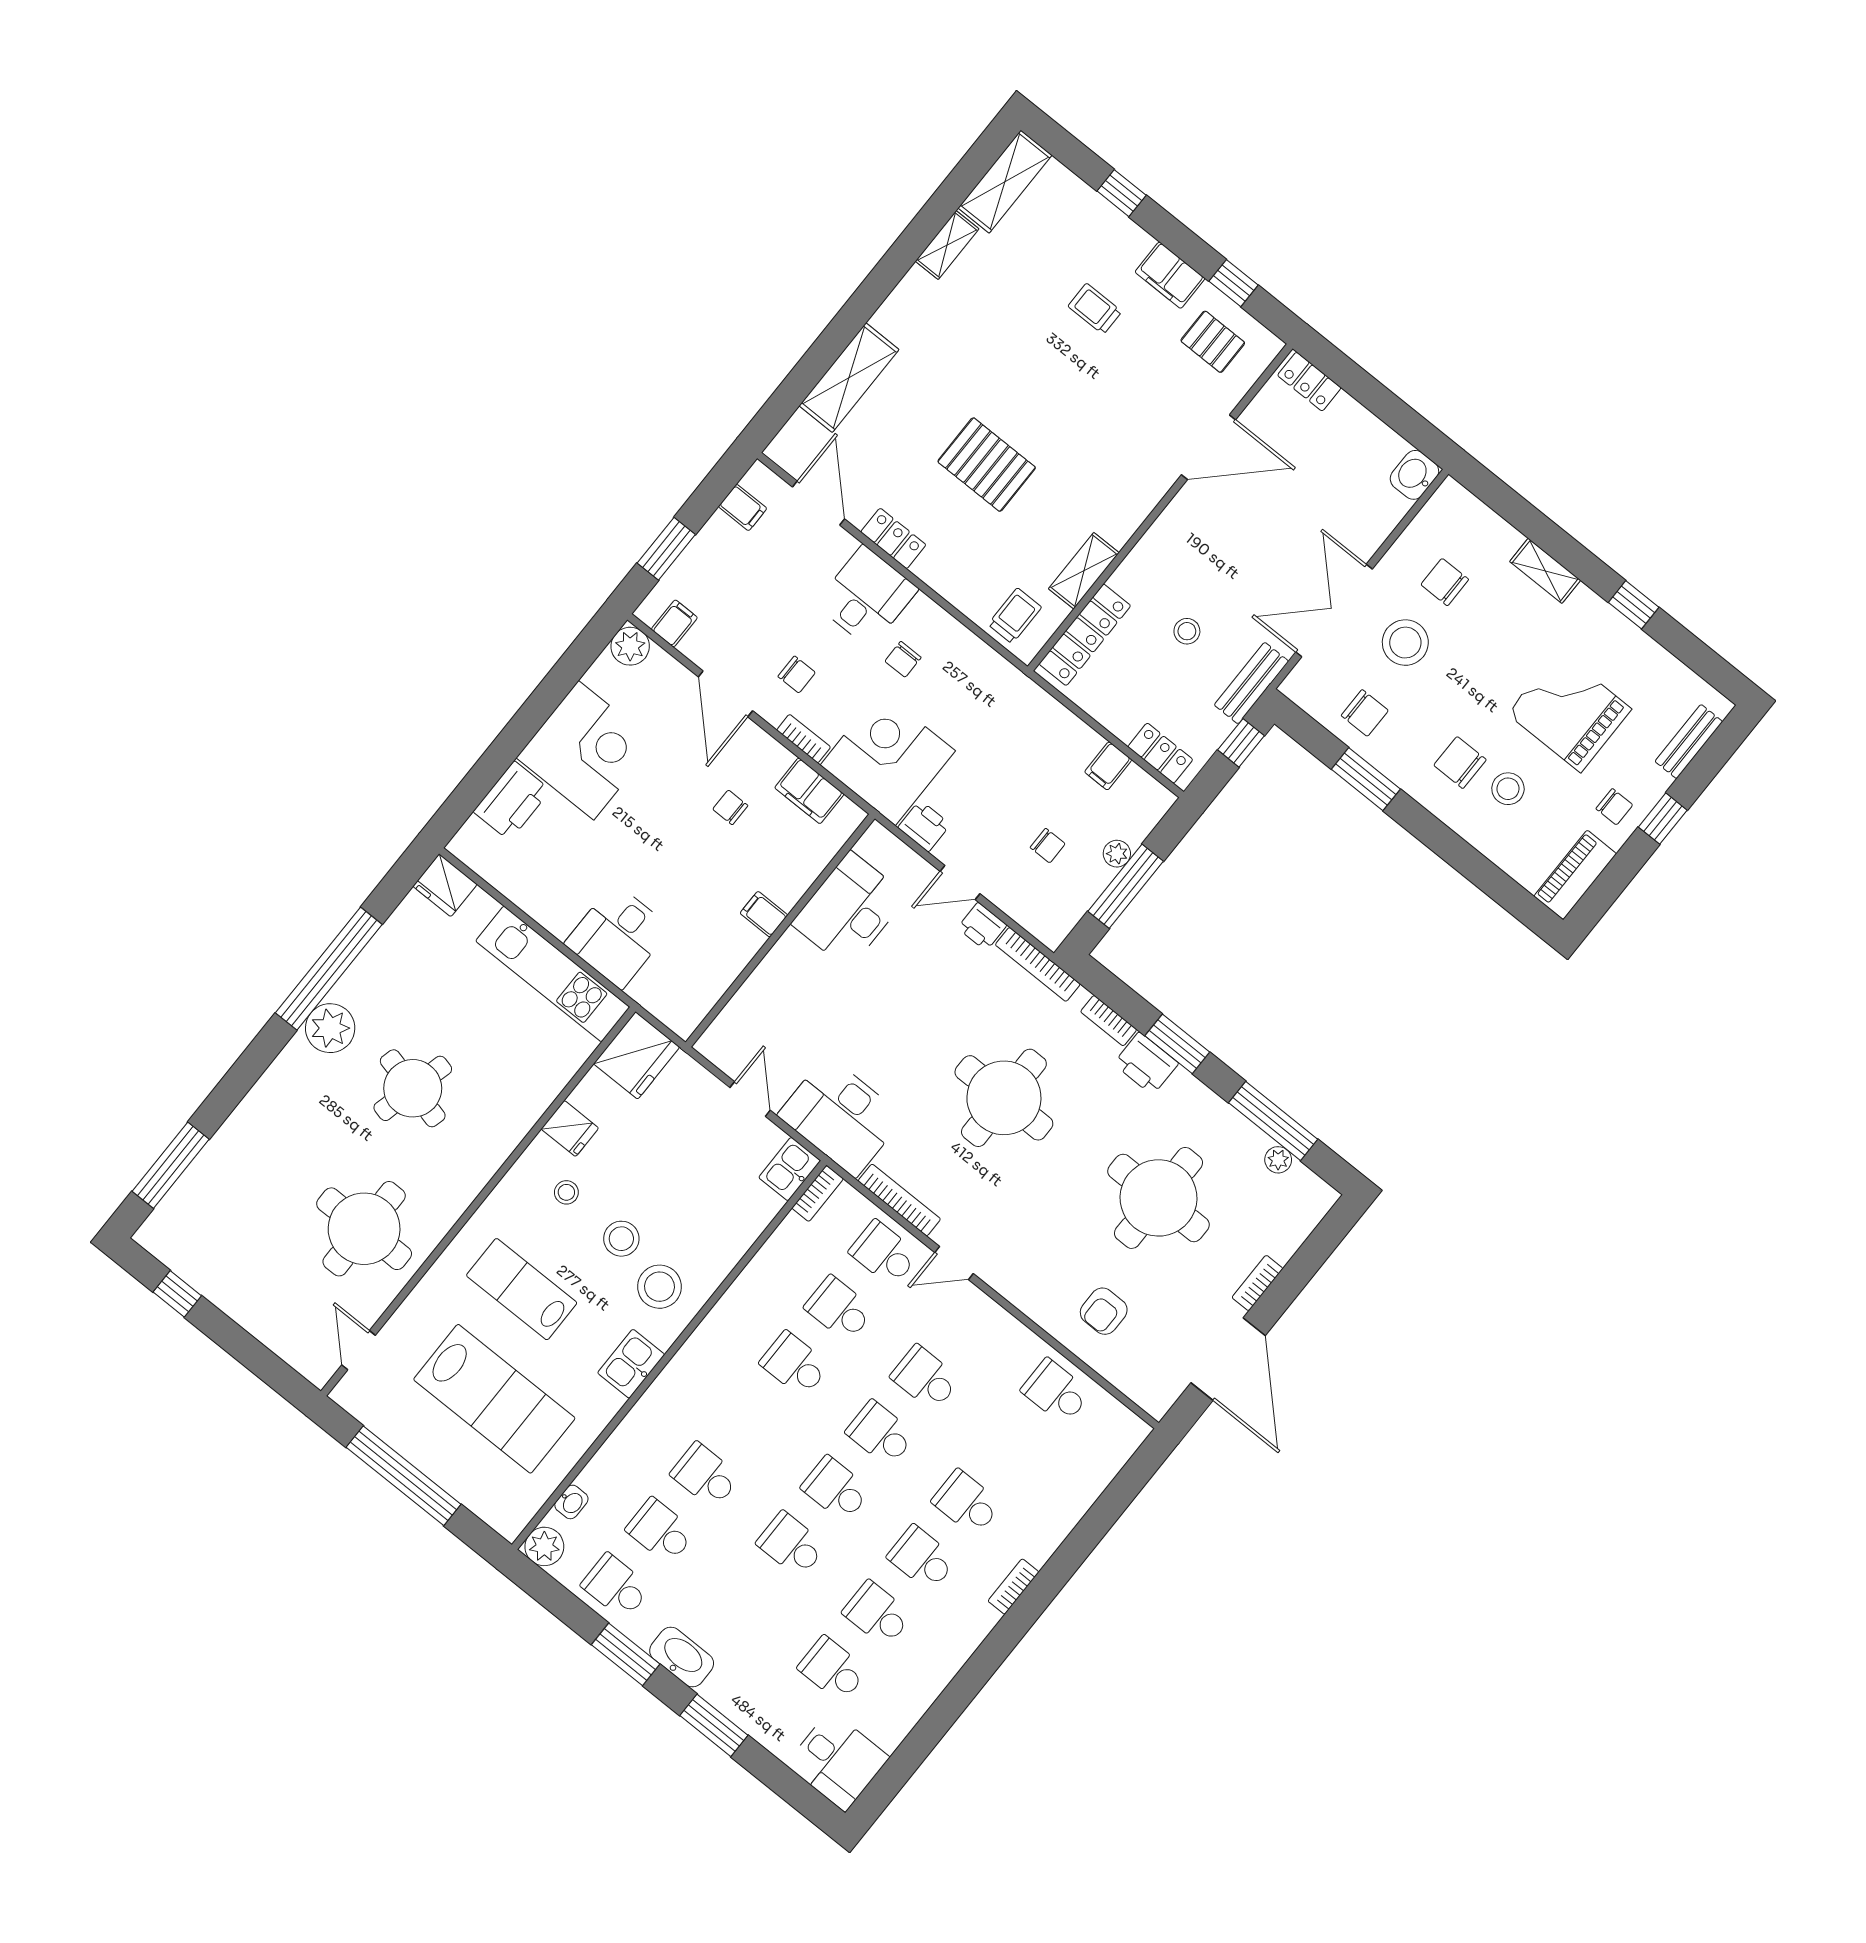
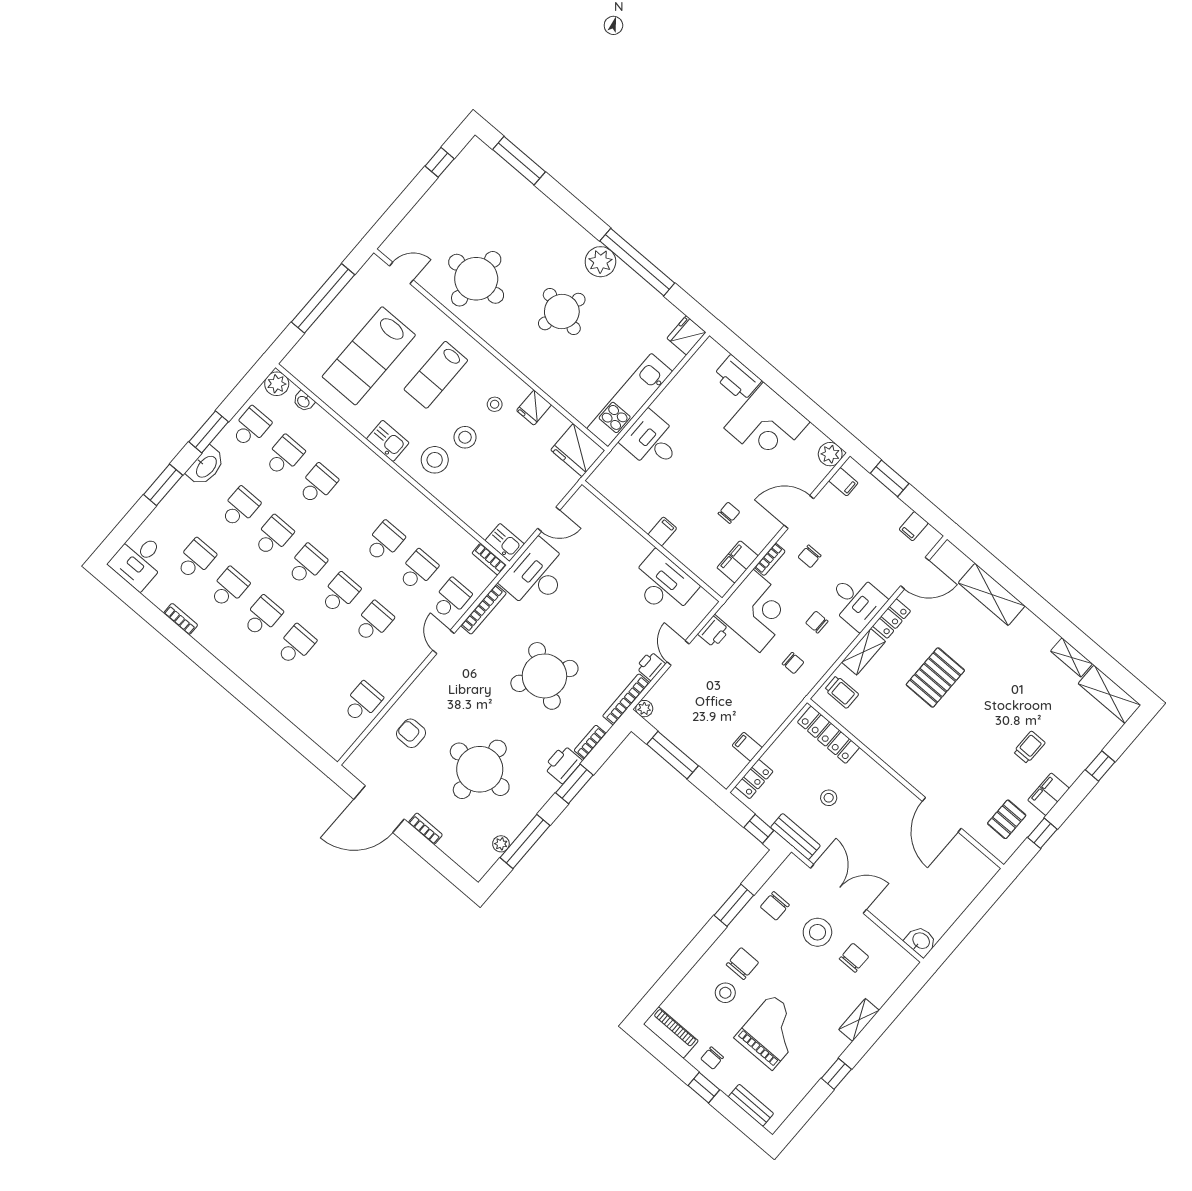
locker: (1309, 382) -> (980, 878), removed
shelving: (1084, 571) -> (864, 652), moved, turned 90
chair: (1048, 846) -> (793, 663), moved, turned -90
plant: (1117, 854) -> (644, 709), moved
round table: (1004, 1098) -> (544, 676), turned 33
lab bench: (522, 1289) -> (436, 375), turned 180
bookcase: (1013, 1587) -> (181, 619), moved
school desk: (747, 1600) -> (240, 507), added

